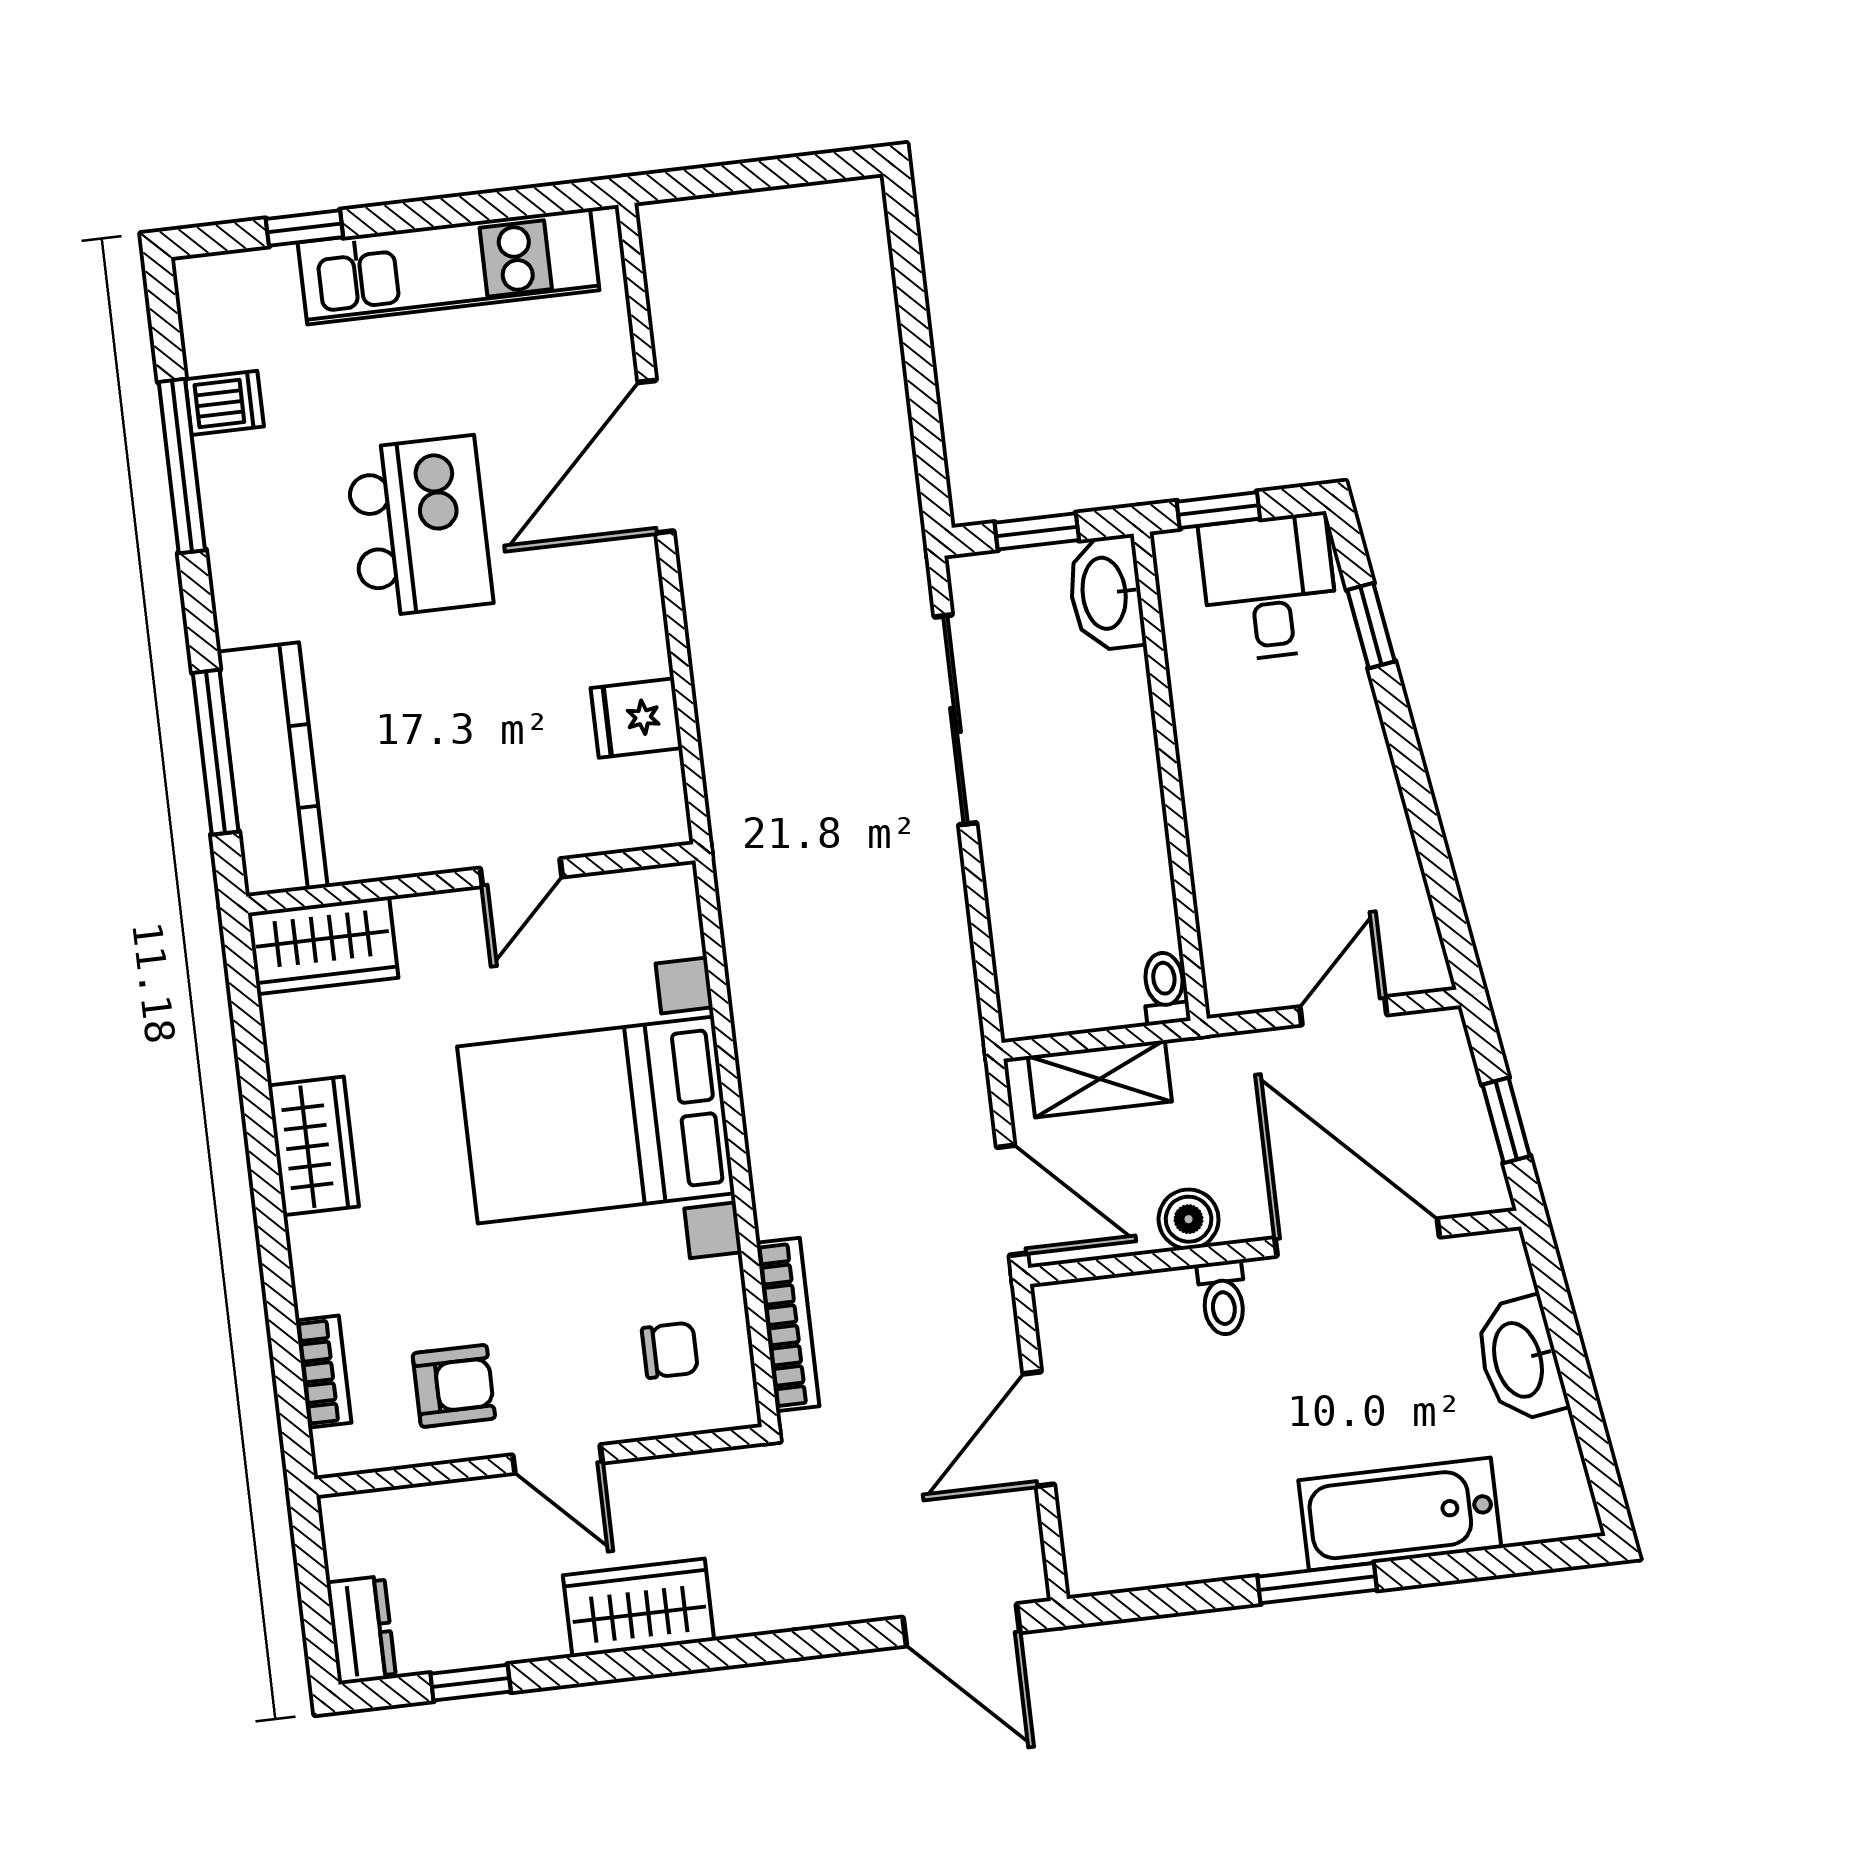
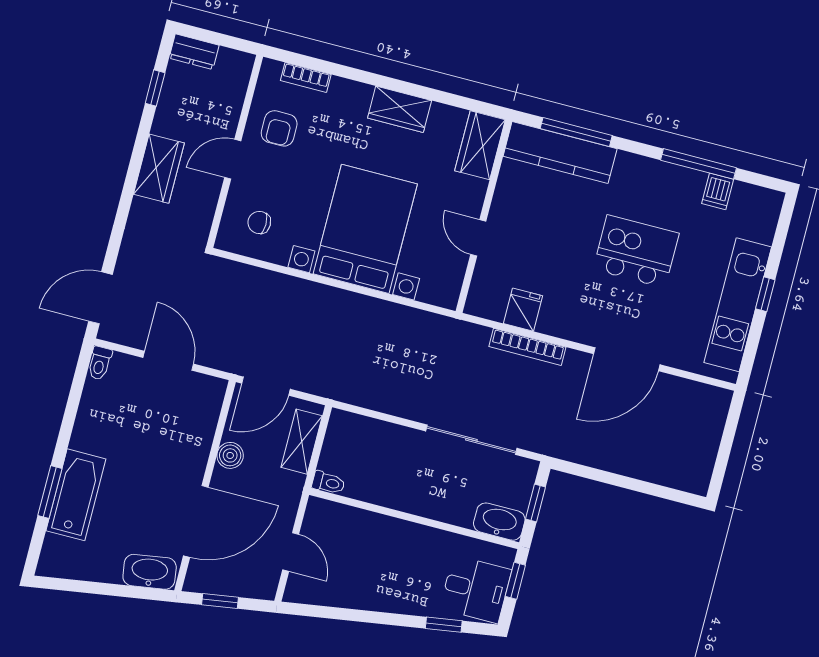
window: (304, 228) -> (765, 294), moved
door: (656, 457) -> (627, 359), swing flipped
kitchen island: (419, 526) -> (636, 251), turned 180
toilet: (1223, 1298) -> (100, 363), moved, turned -90
bookcase: (788, 1325) -> (527, 347), moved
chair: (670, 1350) -> (259, 222), turned 90
washbasin: (1520, 1359) -> (150, 572), moved
window: (1317, 1583) -> (50, 492), moved

